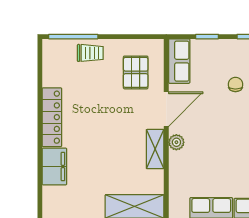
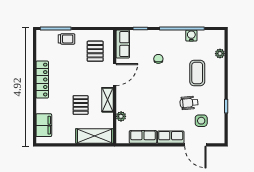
plant: (176, 142) -> (121, 116), moved
pallet: (112, 157) -> (81, 105), added
filing cabinet: (54, 166) -> (44, 125), moved

